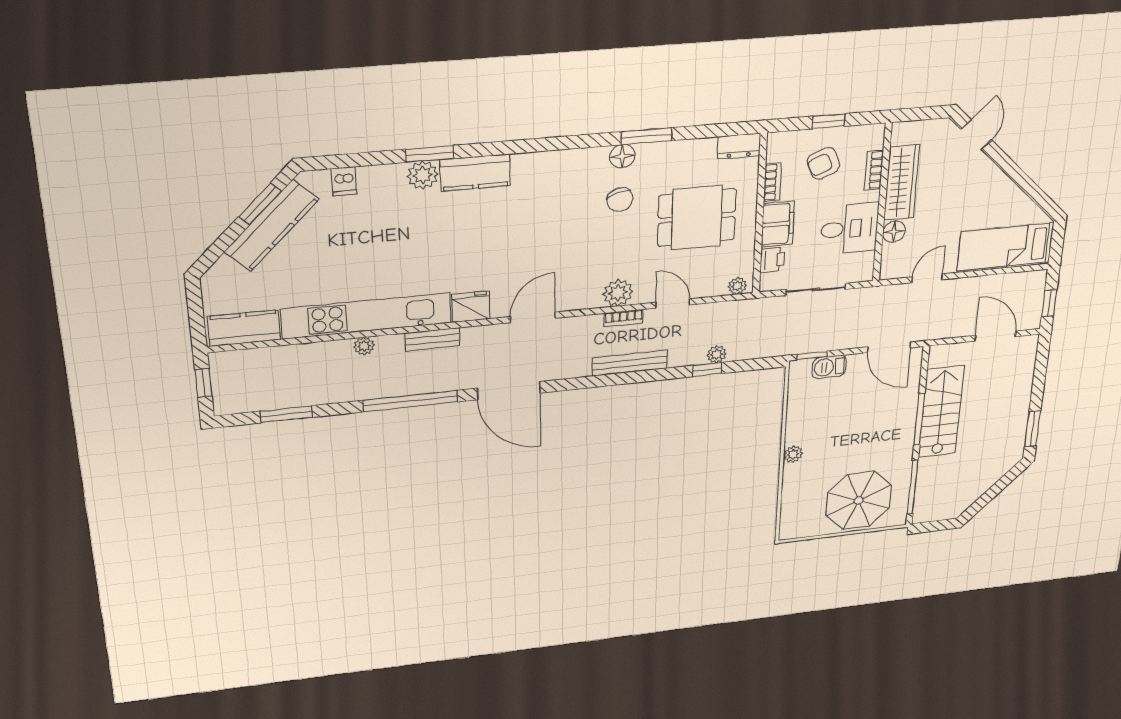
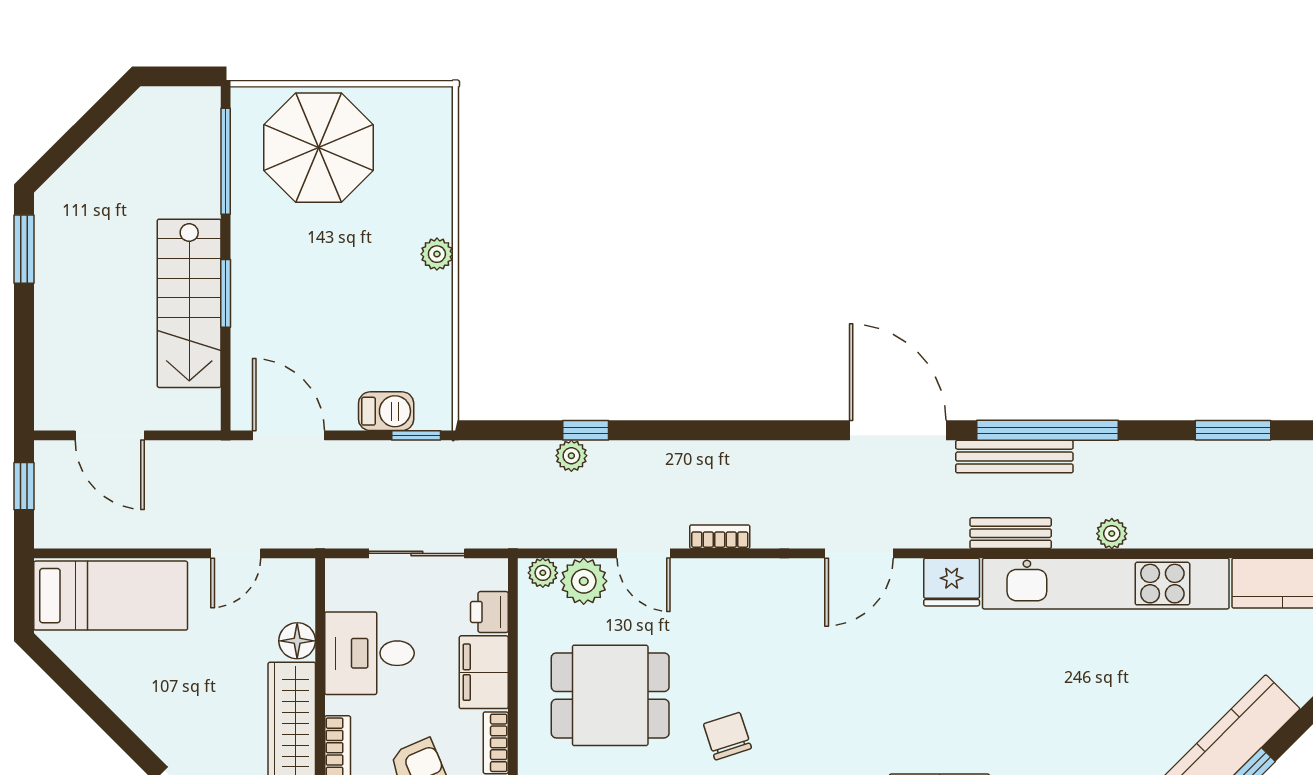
plant: (618, 293) -> (584, 581), moved
bench: (630, 363) -> (1014, 457), moved
window: (919, 419) -> (226, 293), width x0.69

